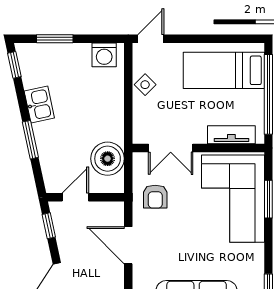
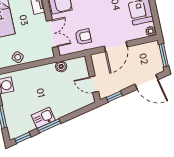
window: (30, 140) -> (49, 126), moved
boiler: (108, 159) -> (61, 66), width x0.54, depth x0.54

